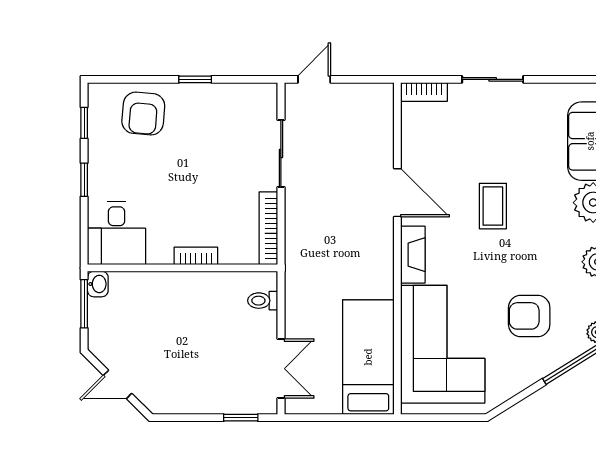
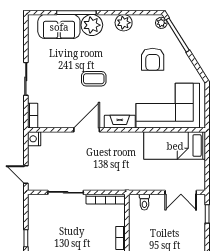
nightstand: (381, 95) -> (34, 139), added
double door: (281, 369) -> (181, 192), swing flipped

